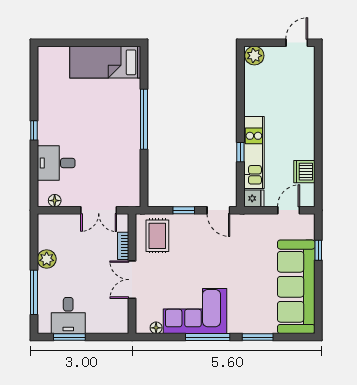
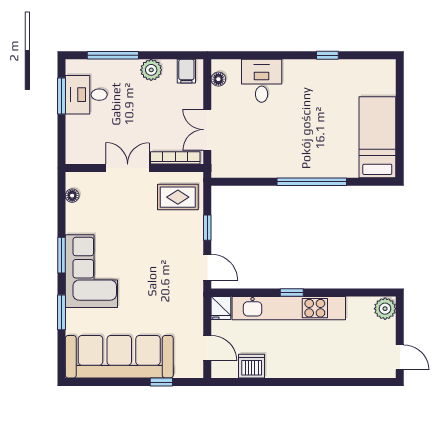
window: (34, 130) -> (327, 55), moved
window: (240, 152) -> (292, 293), moved
kitchen unit: (254, 152) -> (289, 308), width x1.36
door: (218, 210) -> (207, 267), swing flipped
filing cabinet: (48, 228) -> (186, 71), added
bookcase: (123, 246) -> (175, 158), width x1.56
corner sofa: (195, 311) -> (91, 271), moved
window: (208, 337) -> (61, 255), width x0.69

